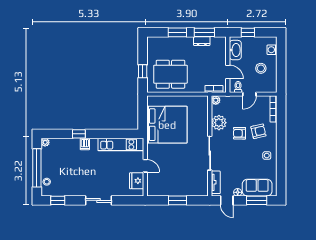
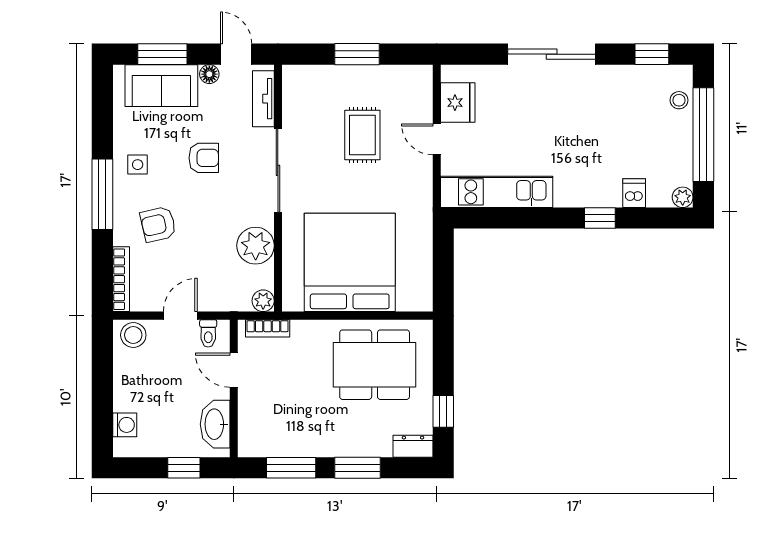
dresser: (202, 41) -> (413, 446), moved
stool: (261, 68) -> (133, 335), moved
window: (143, 71) -> (443, 411), moved
bed: (167, 125) -> (350, 262), moved, turned 90
armchair: (240, 133) -> (204, 158), moved
window: (281, 143) -> (102, 194), added
dishwasher: (85, 144) -> (634, 193), moved
rug: (175, 168) -> (362, 135), added
sliding door: (98, 200) -> (552, 54), width x1.37

